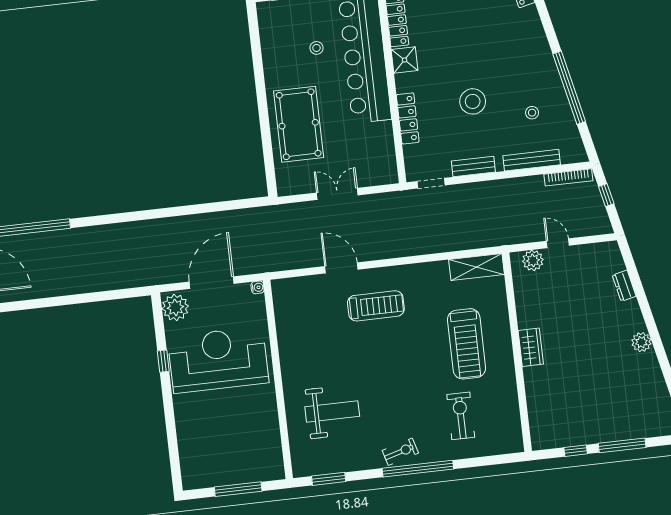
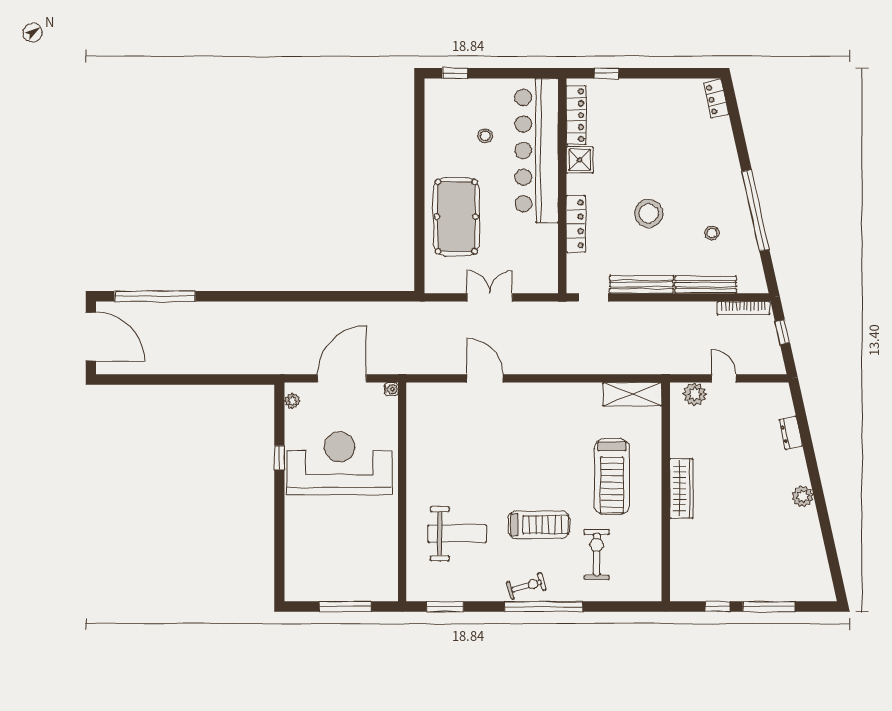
bench: (473, 167) -> (641, 284), width x1.36
treadmill: (376, 306) -> (539, 525), moved
plant: (175, 307) -> (292, 401), width x0.53, depth x0.53
wardrobe: (531, 347) -> (681, 488), width x1.50

